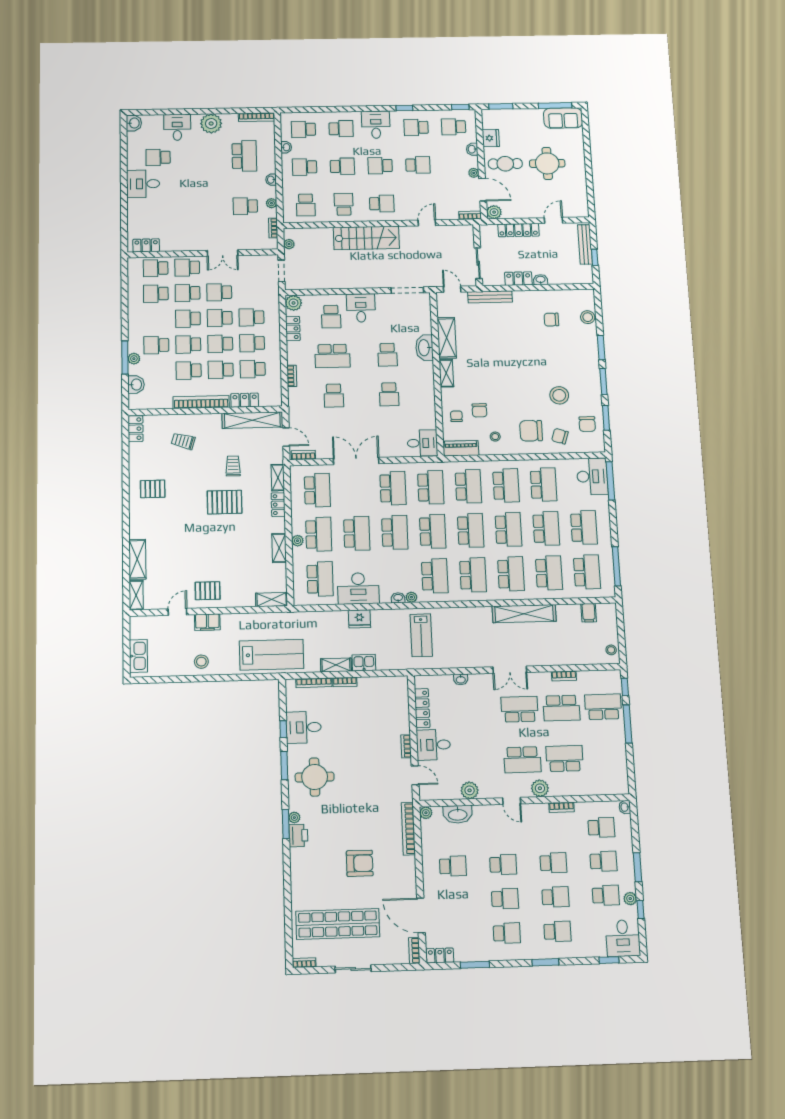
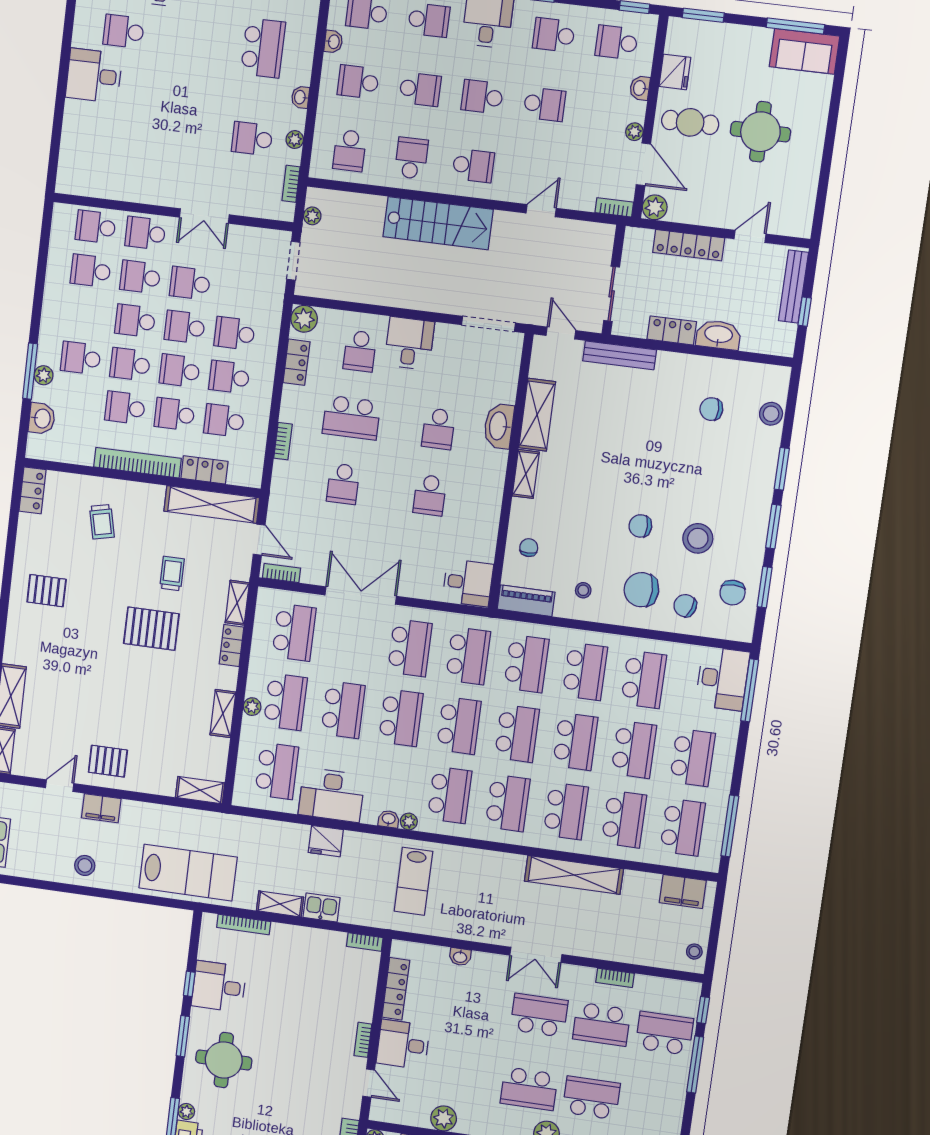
locker: (146, 245) -> (86, 185), removed
washbasin: (541, 280) -> (718, 335), width x1.91, depth x1.45
chair: (479, 410) -> (640, 526), moved, turned 90
trolley: (183, 441) -> (102, 522), turned -119
filing cabinet: (589, 613) -> (683, 891), width x2.00
bookcase: (345, 682) -> (365, 942), moved

